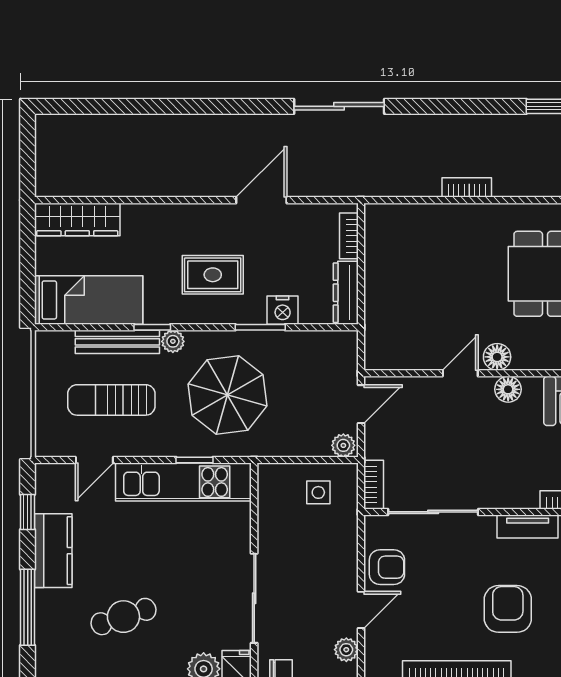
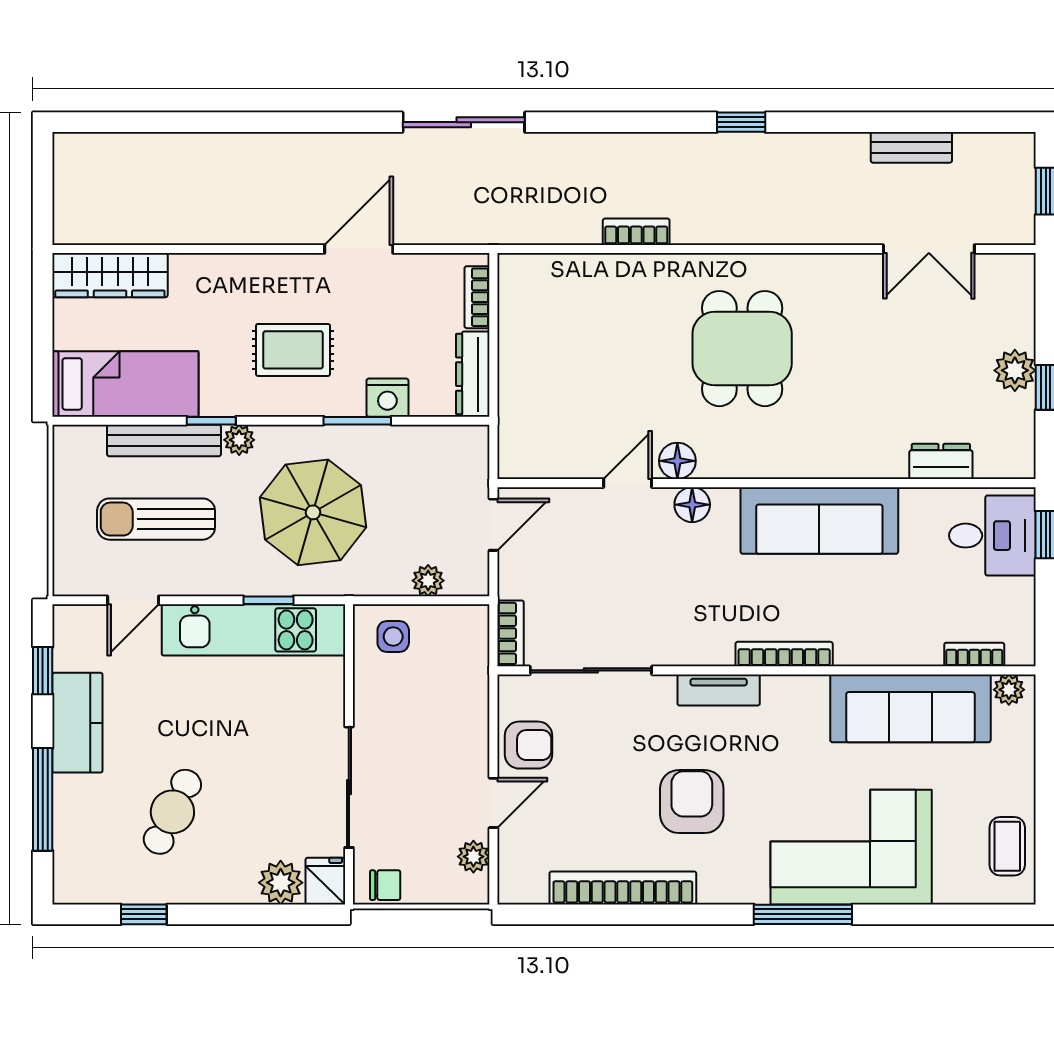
plant: (343, 445) -> (428, 581), moved
side table: (318, 492) -> (393, 637), moved
cafe table: (123, 617) -> (172, 812), turned -46

